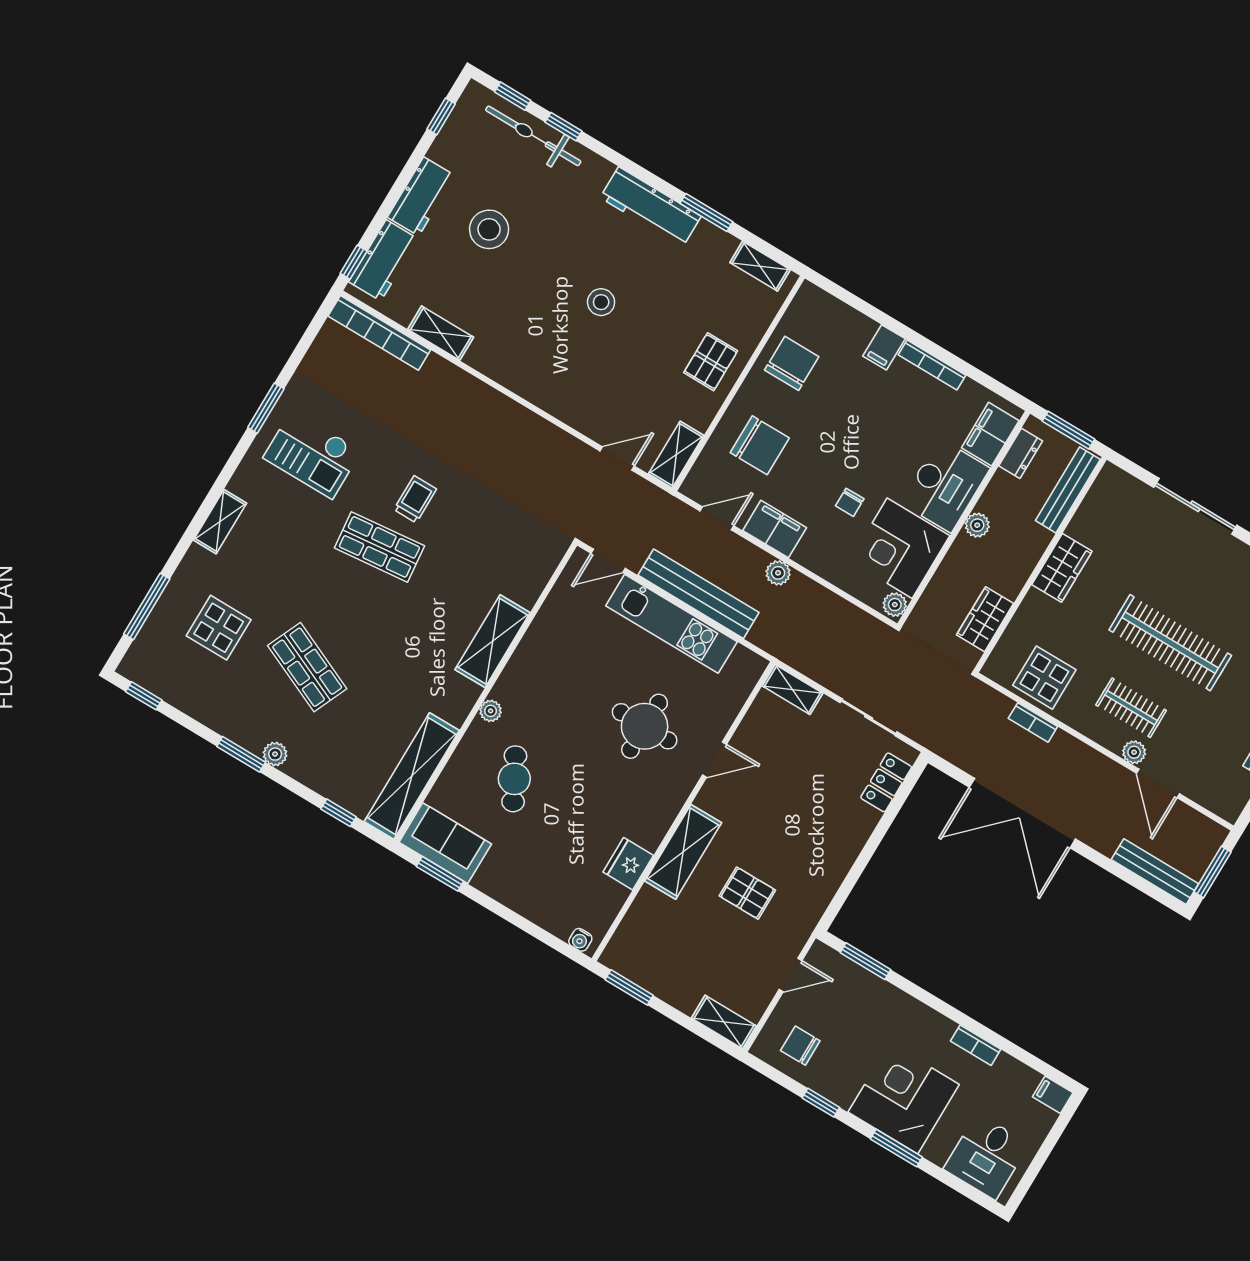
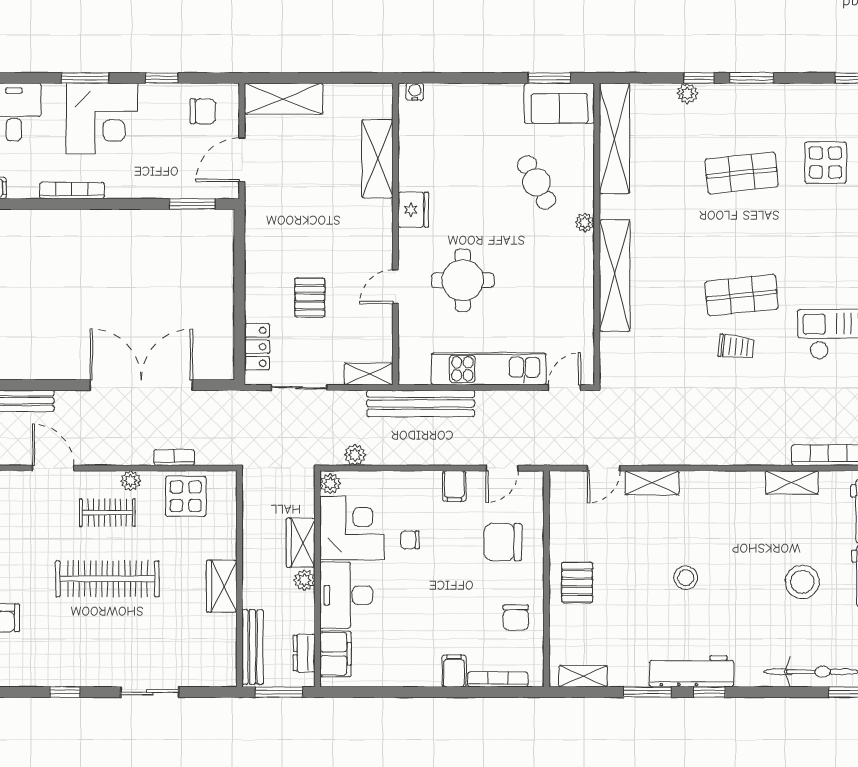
window: (564, 127) -> (709, 692), moved
chair: (792, 363) -> (516, 618), width x0.73, depth x0.73
bookcase: (932, 365) -> (498, 679), moved
shelving: (676, 455) -> (652, 483), moved, turned 90
trolley: (415, 499) -> (736, 347), turned -84
chair: (850, 502) -> (410, 540), turned -90
sliding door: (1195, 506) -> (150, 692), width x0.73
filing cabinet: (775, 529) -> (454, 486), width x0.50
plant: (778, 573) -> (355, 455), moved
bench: (699, 594) -> (421, 403), moved
wardrobe: (985, 619) -> (301, 543), moved, turned 180
shelving: (493, 641) -> (615, 276), width x1.47
shop shelf: (307, 667) -> (742, 173), turned -30
plant: (1134, 752) -> (131, 481), moved
plant: (275, 754) -> (687, 93), moved
window: (338, 813) -> (699, 78), moved
shelving: (683, 852) -> (377, 159), moved
fridge: (628, 864) -> (413, 210), moved
pallet: (747, 893) -> (310, 297), moved, turned 90
door: (790, 975) -> (242, 160), width x1.38
window: (629, 987) -> (357, 78), removed
shelving: (724, 1022) -> (284, 99), width x1.50, depth x1.33
bookcase: (976, 1045) -> (72, 190), width x1.56

